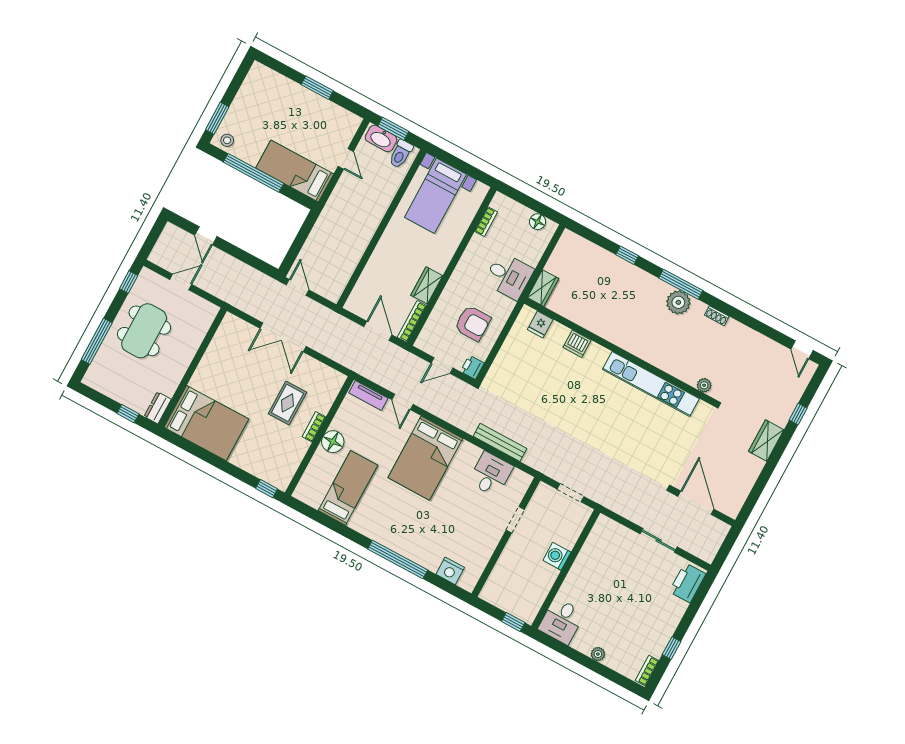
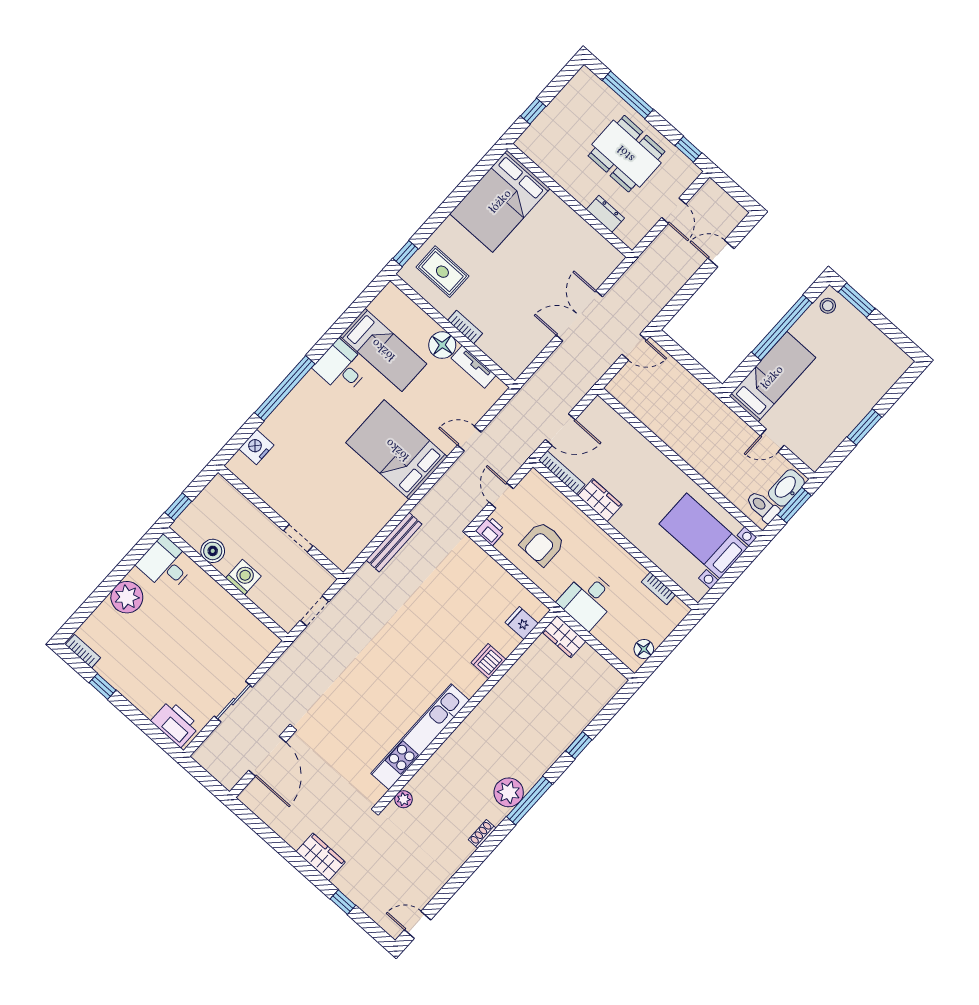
tv unit: (368, 395) -> (474, 367), moved, turned -90
rug: (287, 403) -> (442, 272), moved
dresser: (158, 408) -> (605, 214), moved
desk: (491, 474) -> (342, 367), moved, turned 180
door: (696, 503) -> (267, 756), hinge flipped
boiler: (542, 586) -> (213, 551), added
plant: (598, 654) -> (127, 597), width x1.87, depth x1.87

